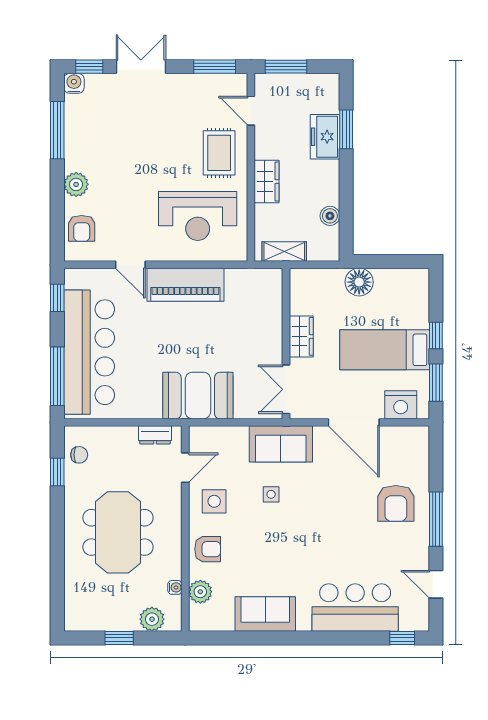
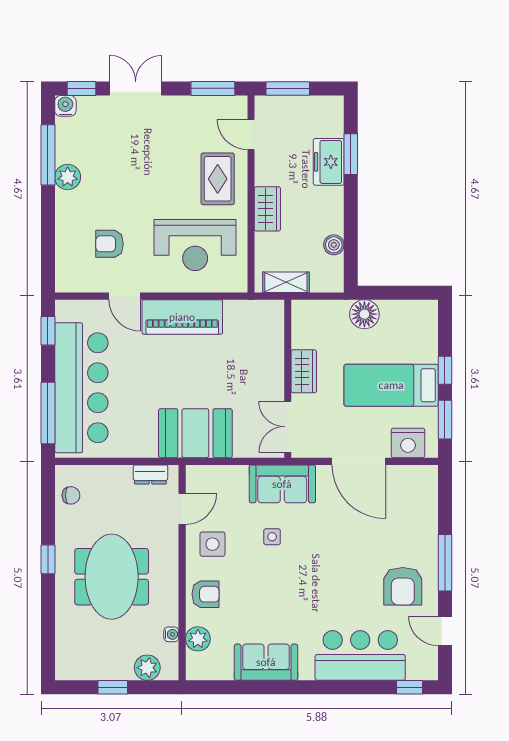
plant: (76, 184) -> (68, 177), moved
armchair: (82, 228) -> (109, 244), moved, turned 90
window: (57, 472) -> (48, 559), moved
armchair: (396, 503) -> (403, 586), moved

